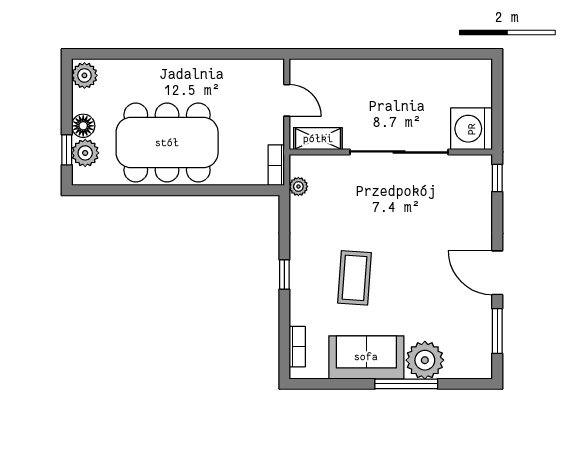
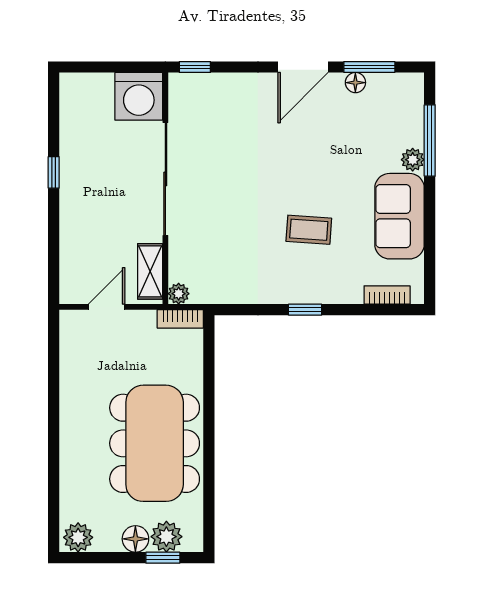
window: (405, 54) -> (54, 172), added
plant: (298, 186) -> (179, 294), moved
coffee table: (355, 278) -> (309, 230), width x0.73, depth x0.77
floor lamp: (484, 319) -> (355, 83), added
plant: (425, 360) -> (413, 160), width x0.53, depth x0.53
window: (406, 384) -> (430, 141), moved

